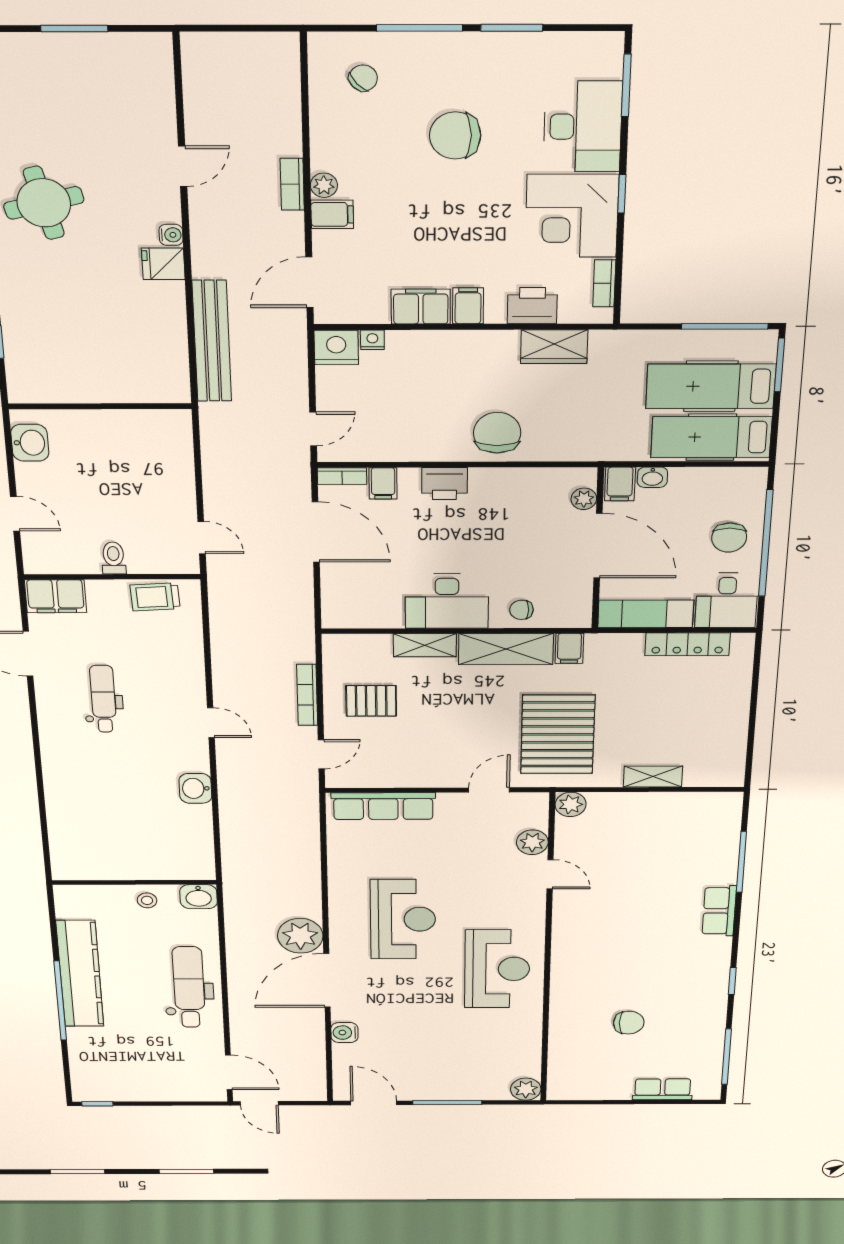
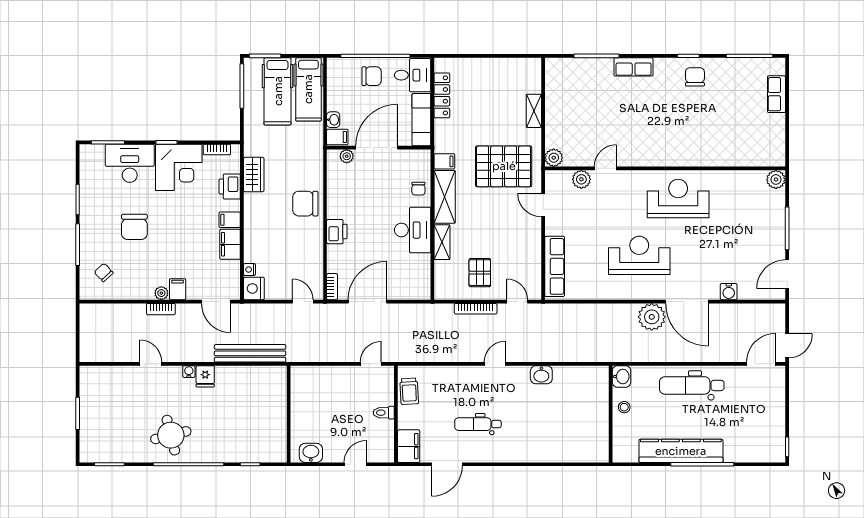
filing cabinet: (383, 483) -> (337, 265), removed
chair: (629, 1023) -> (695, 77), moved

